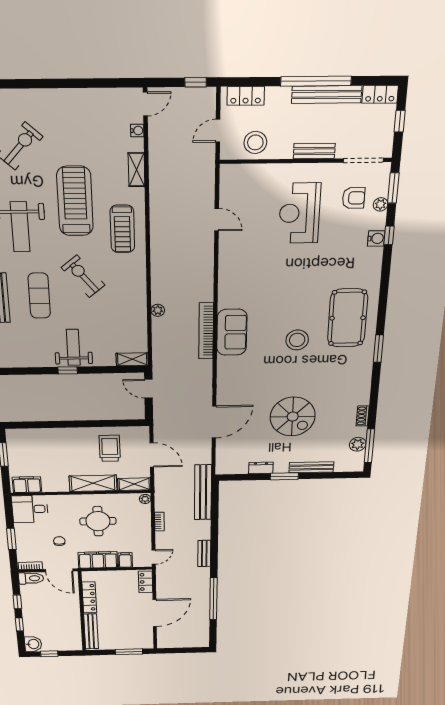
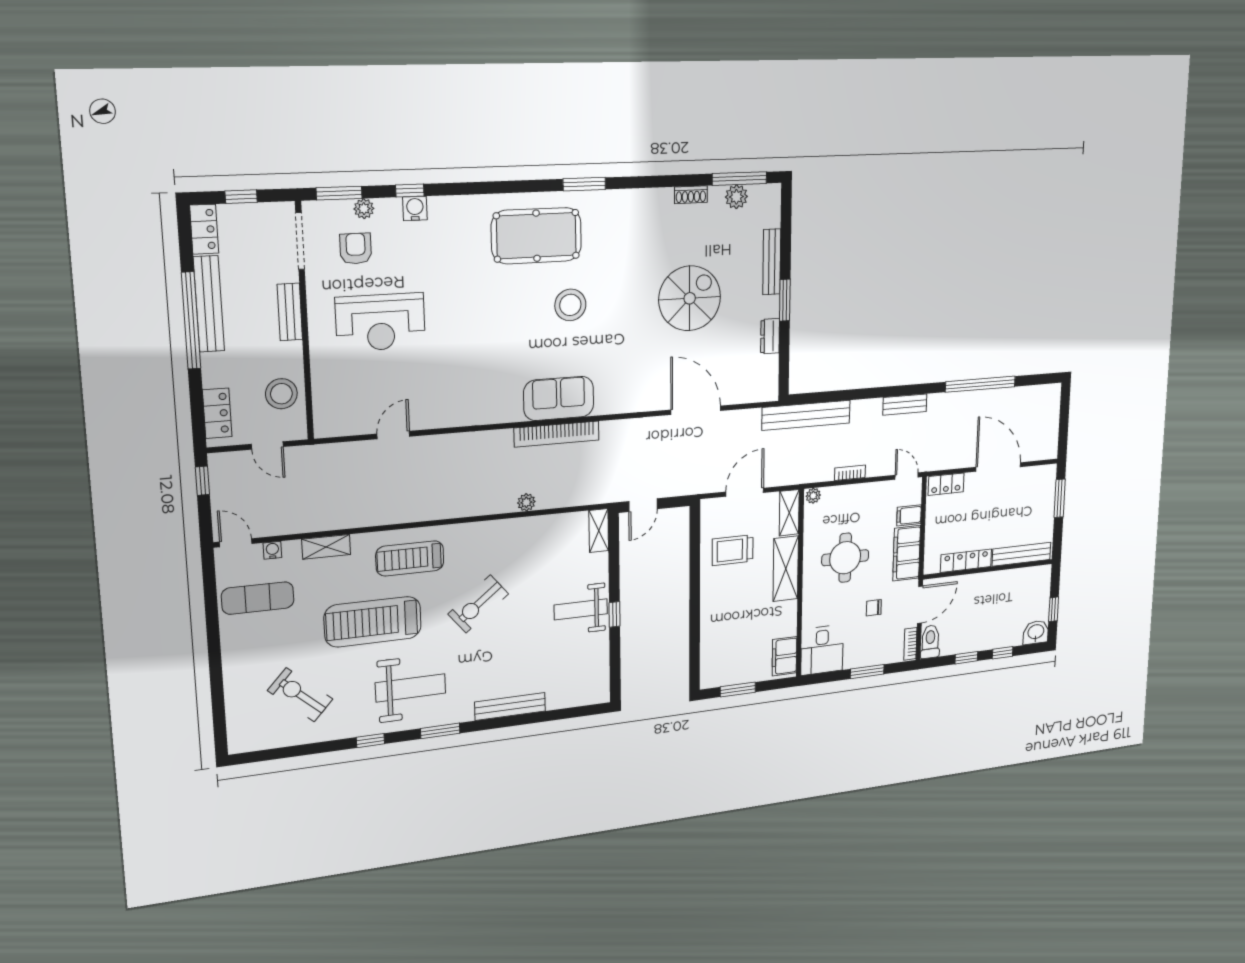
treadmill: (122, 229) -> (410, 558), turned 180
exercise mat: (39, 296) -> (258, 598), moved

